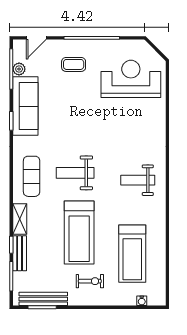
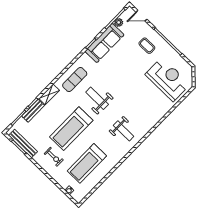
weight bench: (138, 180) -> (124, 131), turned 180

